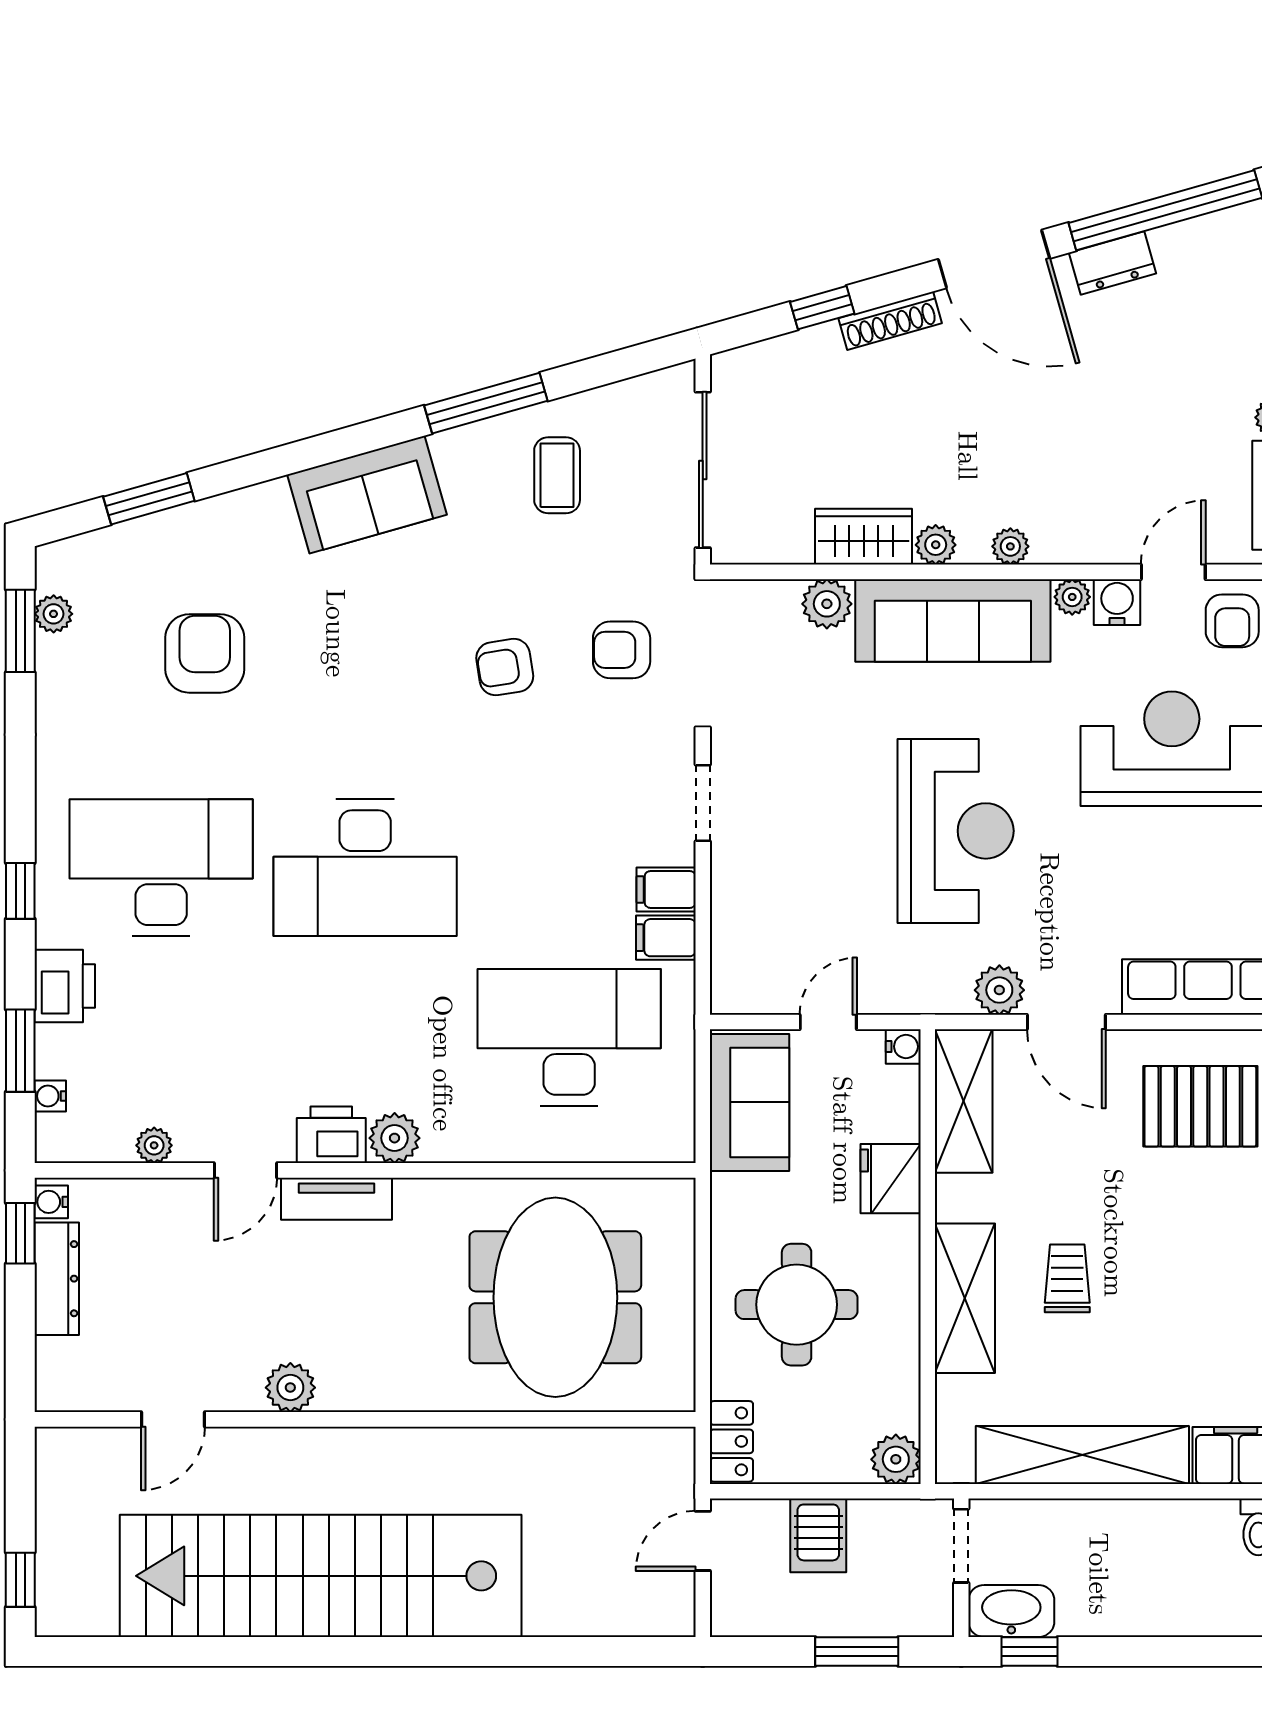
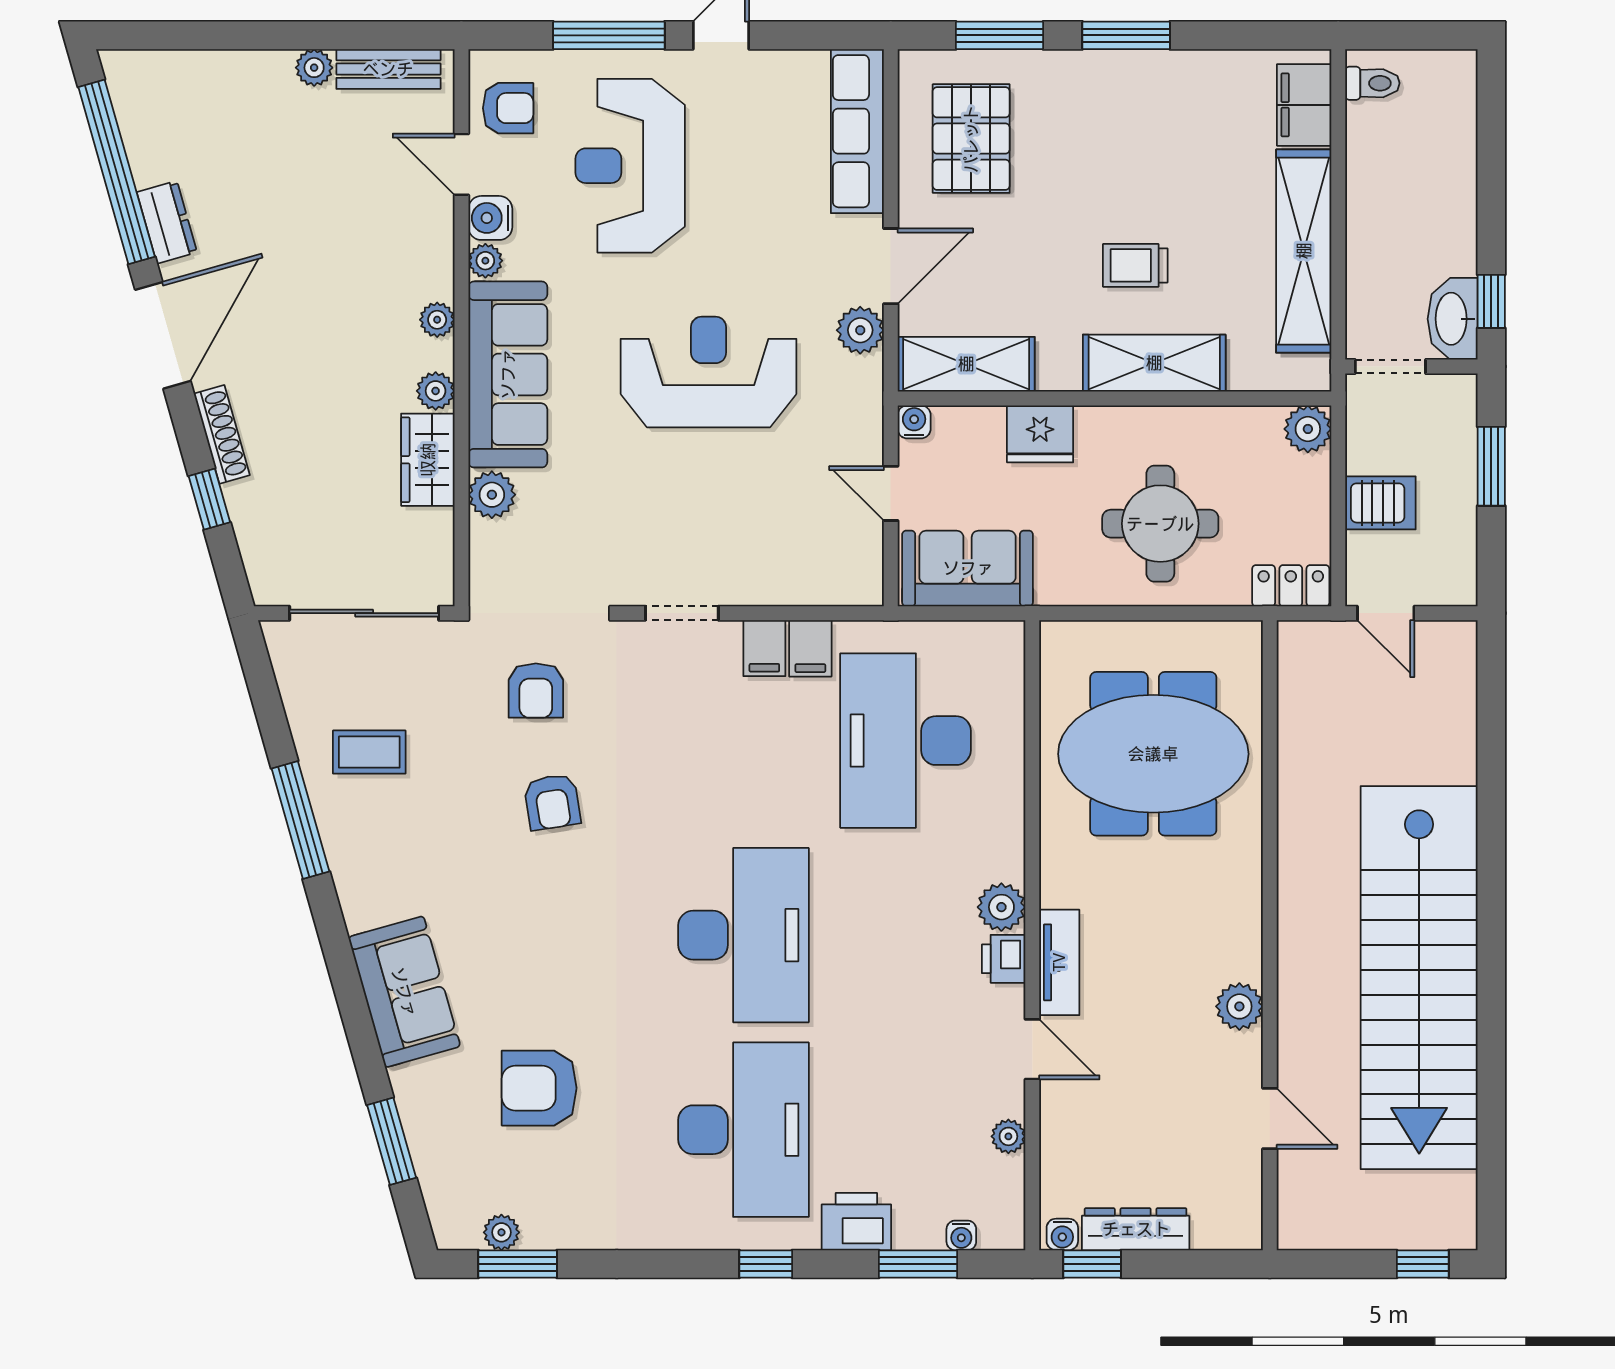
sofa: (367, 495) -> (404, 992), moved
desk: (161, 868) -> (744, 1130), turned 180
printer: (331, 1135) -> (1004, 959), width x0.73, depth x0.81

